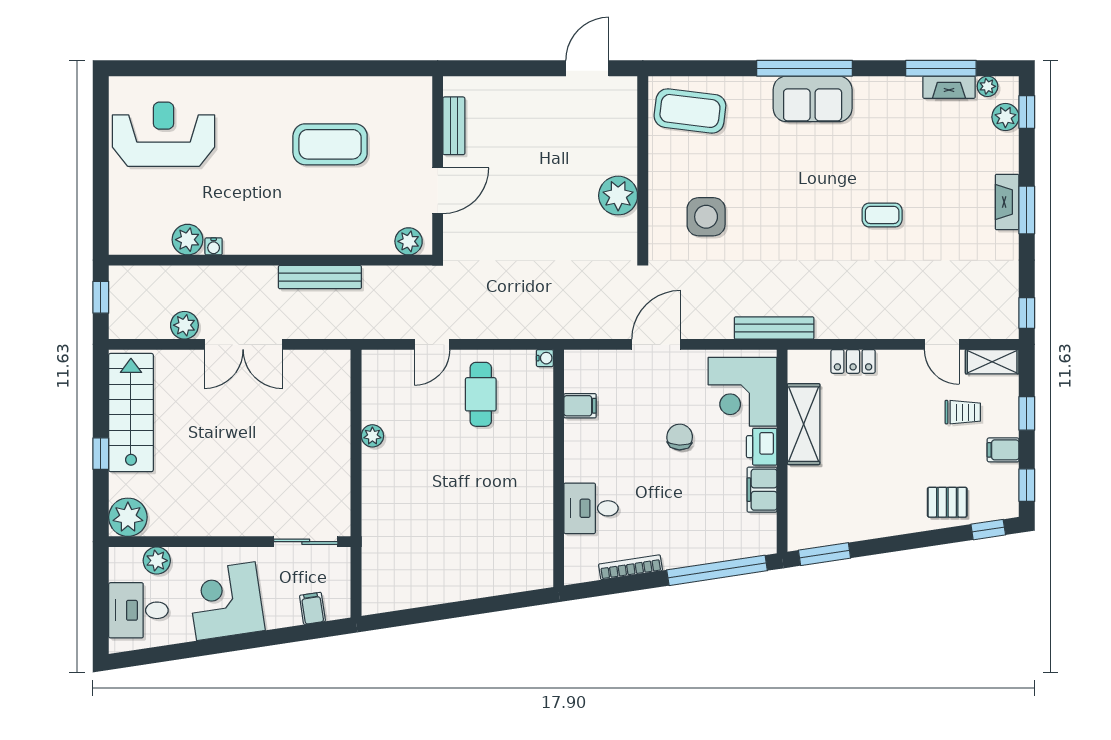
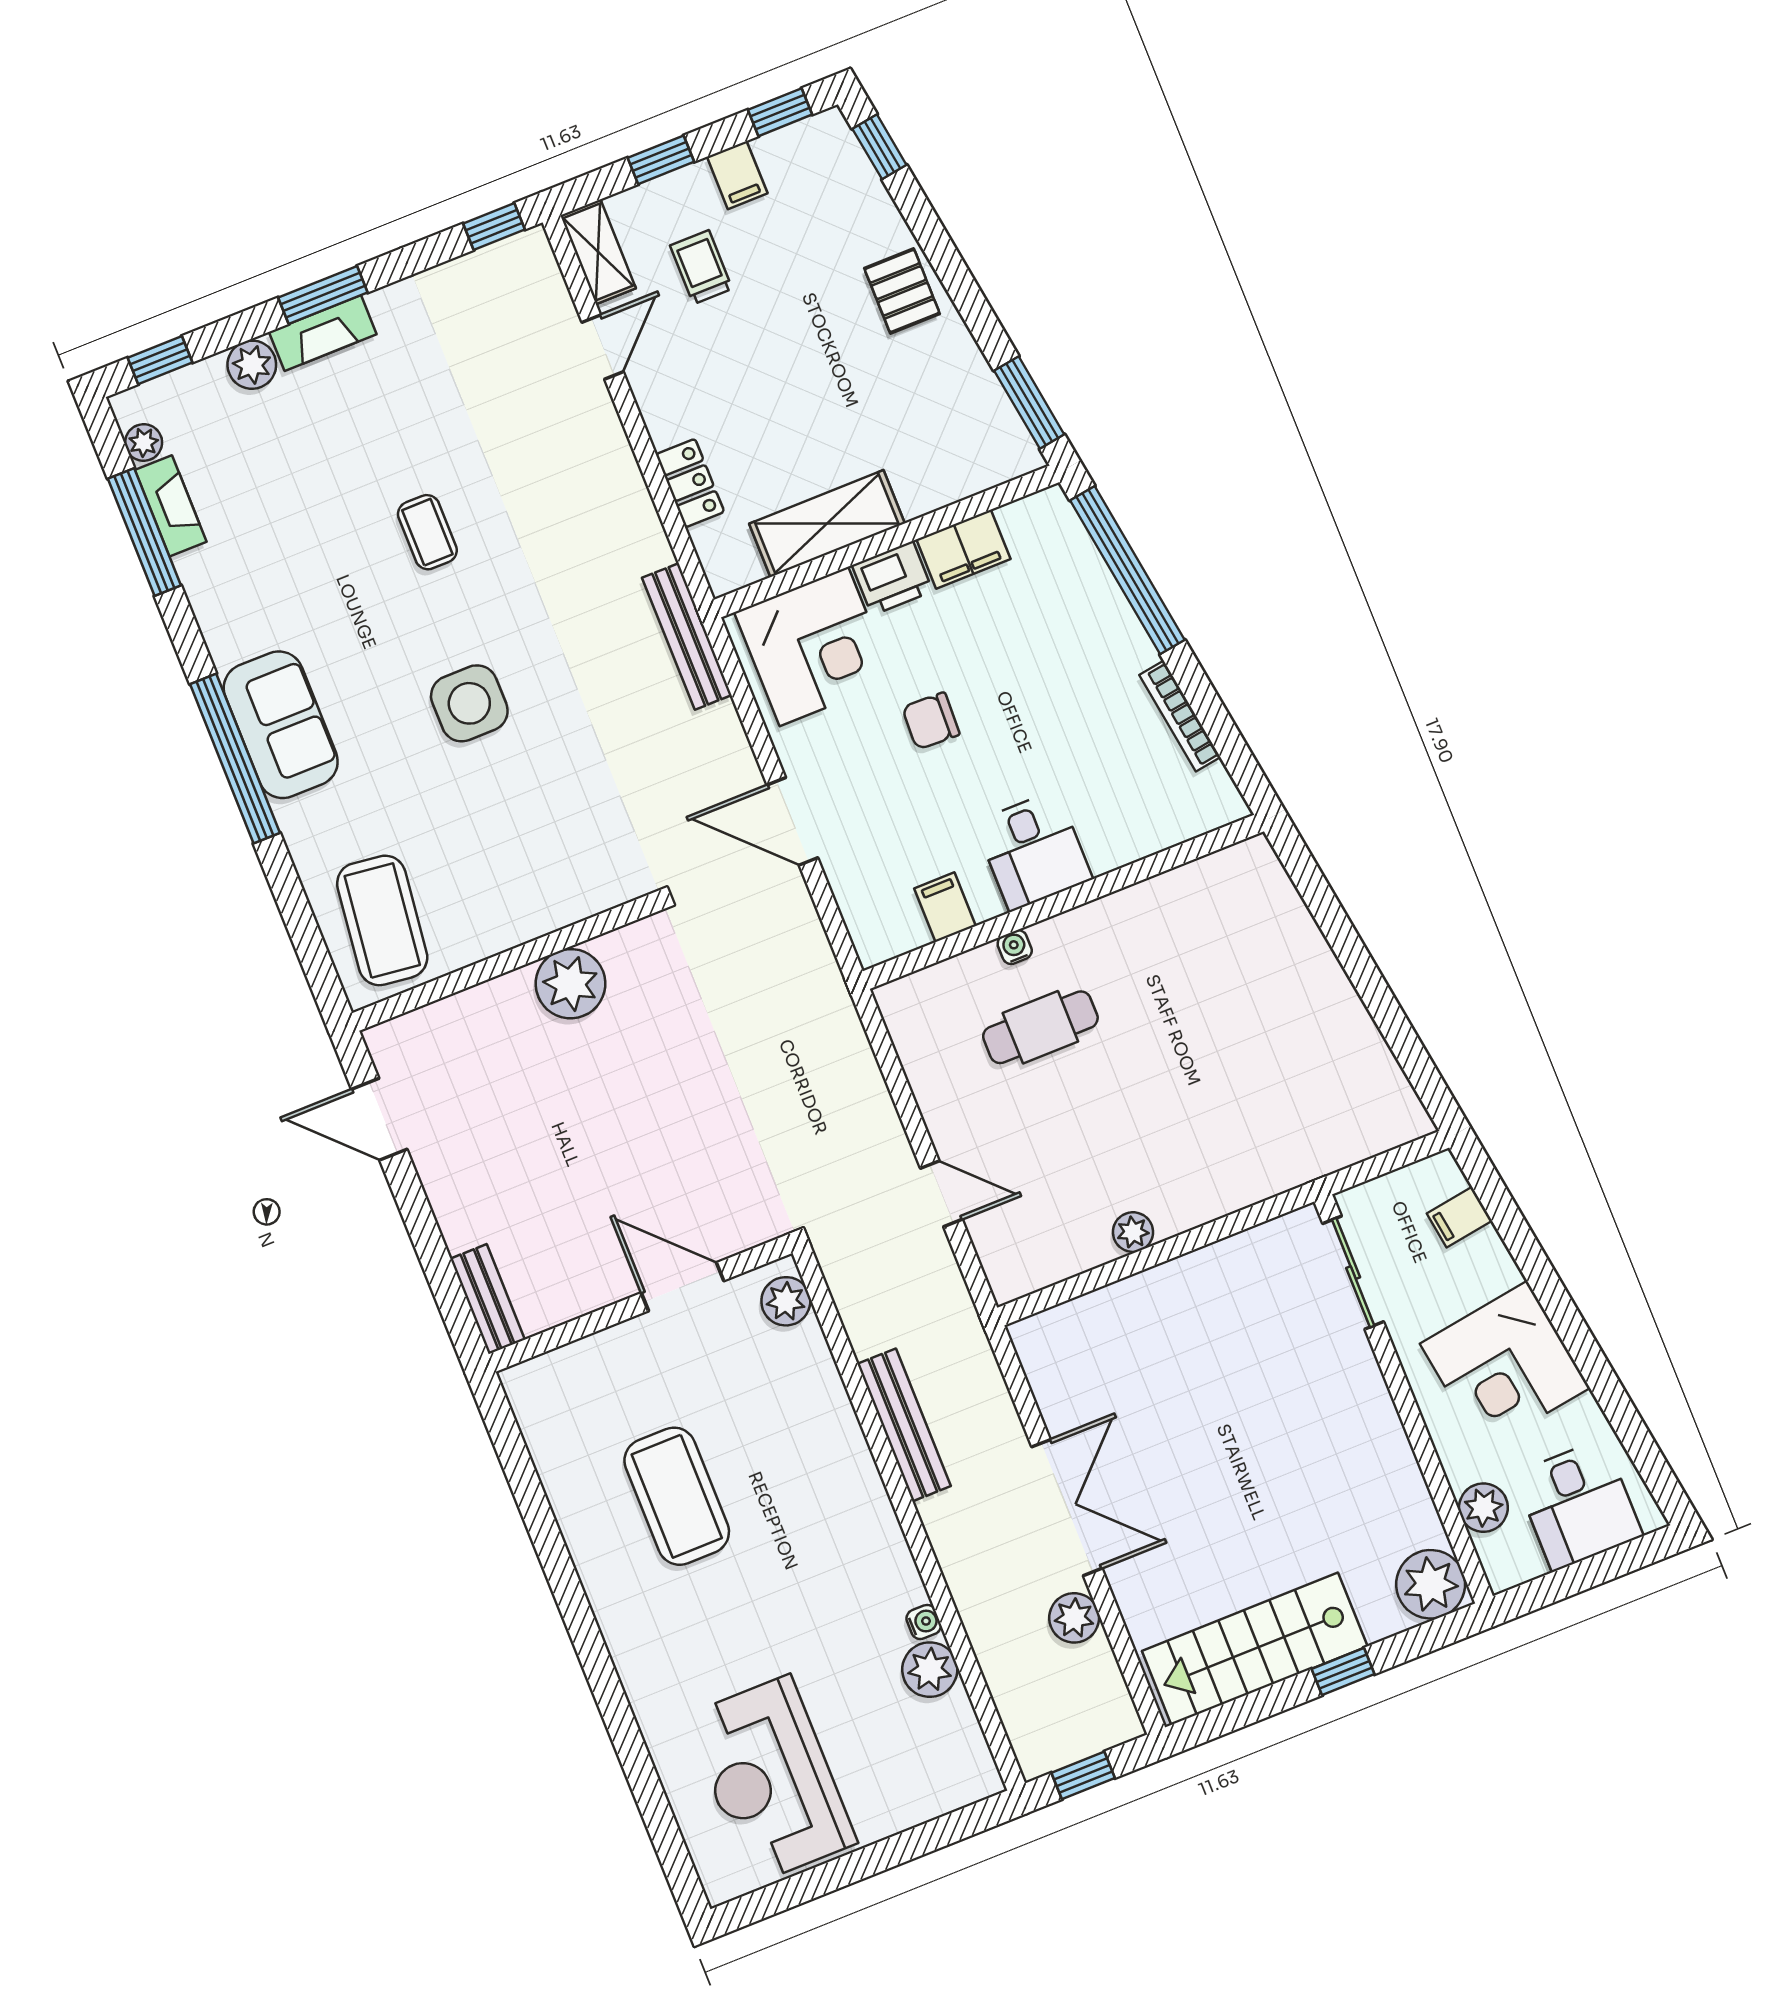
plant: (1005, 117) -> (252, 365), moved
bench: (454, 126) -> (488, 1299), moved, turned 90
side table: (706, 217) -> (469, 703), moved
water cooler: (545, 358) -> (1015, 947), moved
cafe table: (481, 394) -> (1040, 1027), moved
pallet: (947, 502) -> (902, 291), moved
desk: (591, 508) -> (1033, 851), moved

